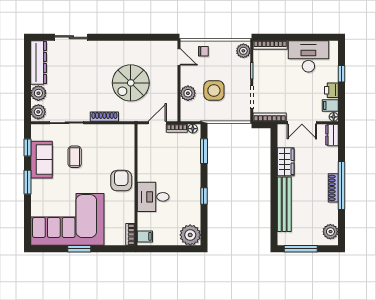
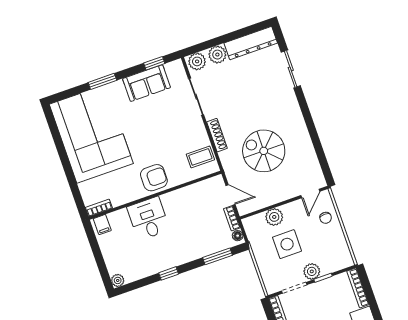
plant: (243, 51) -> (312, 271), moved
coffee table: (75, 157) -> (200, 157), moved
window: (27, 182) -> (102, 81), moved
plant: (190, 235) -> (118, 280), width x0.53, depth x0.53
window: (79, 249) -> (64, 158), removed

